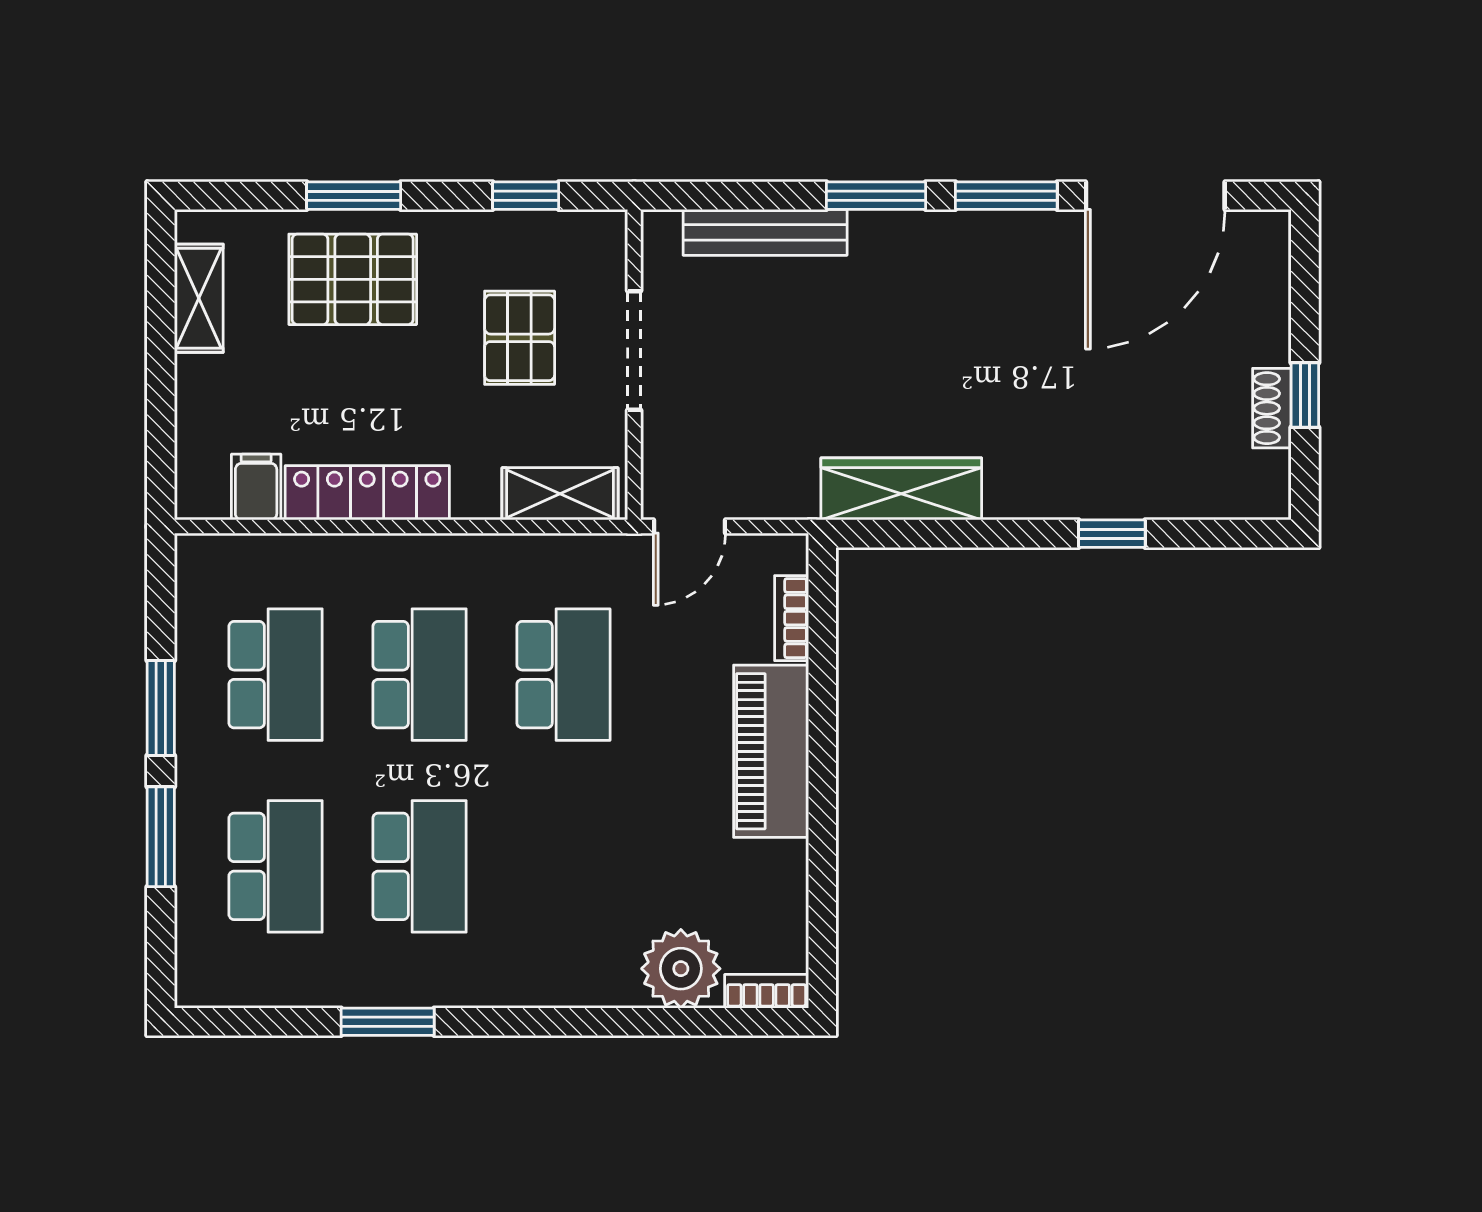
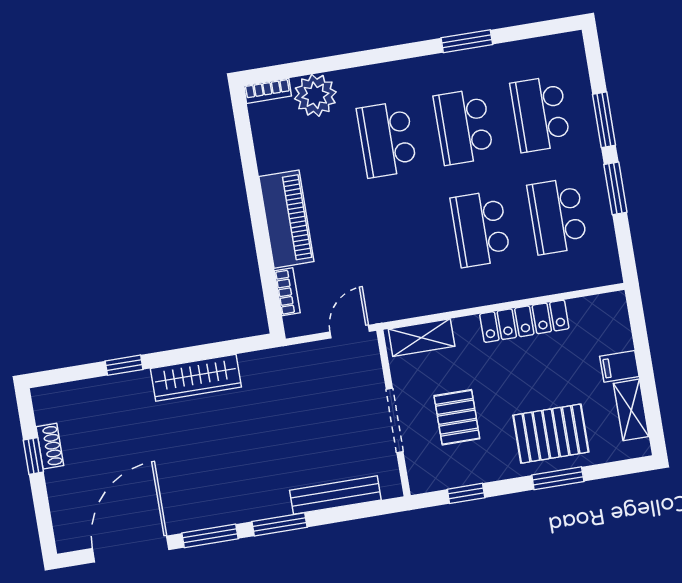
filing cabinet: (256, 487) -> (619, 366), moved, turned 90
wardrobe: (901, 489) -> (196, 378), moved
school desk: (563, 675) -> (387, 139), moved

